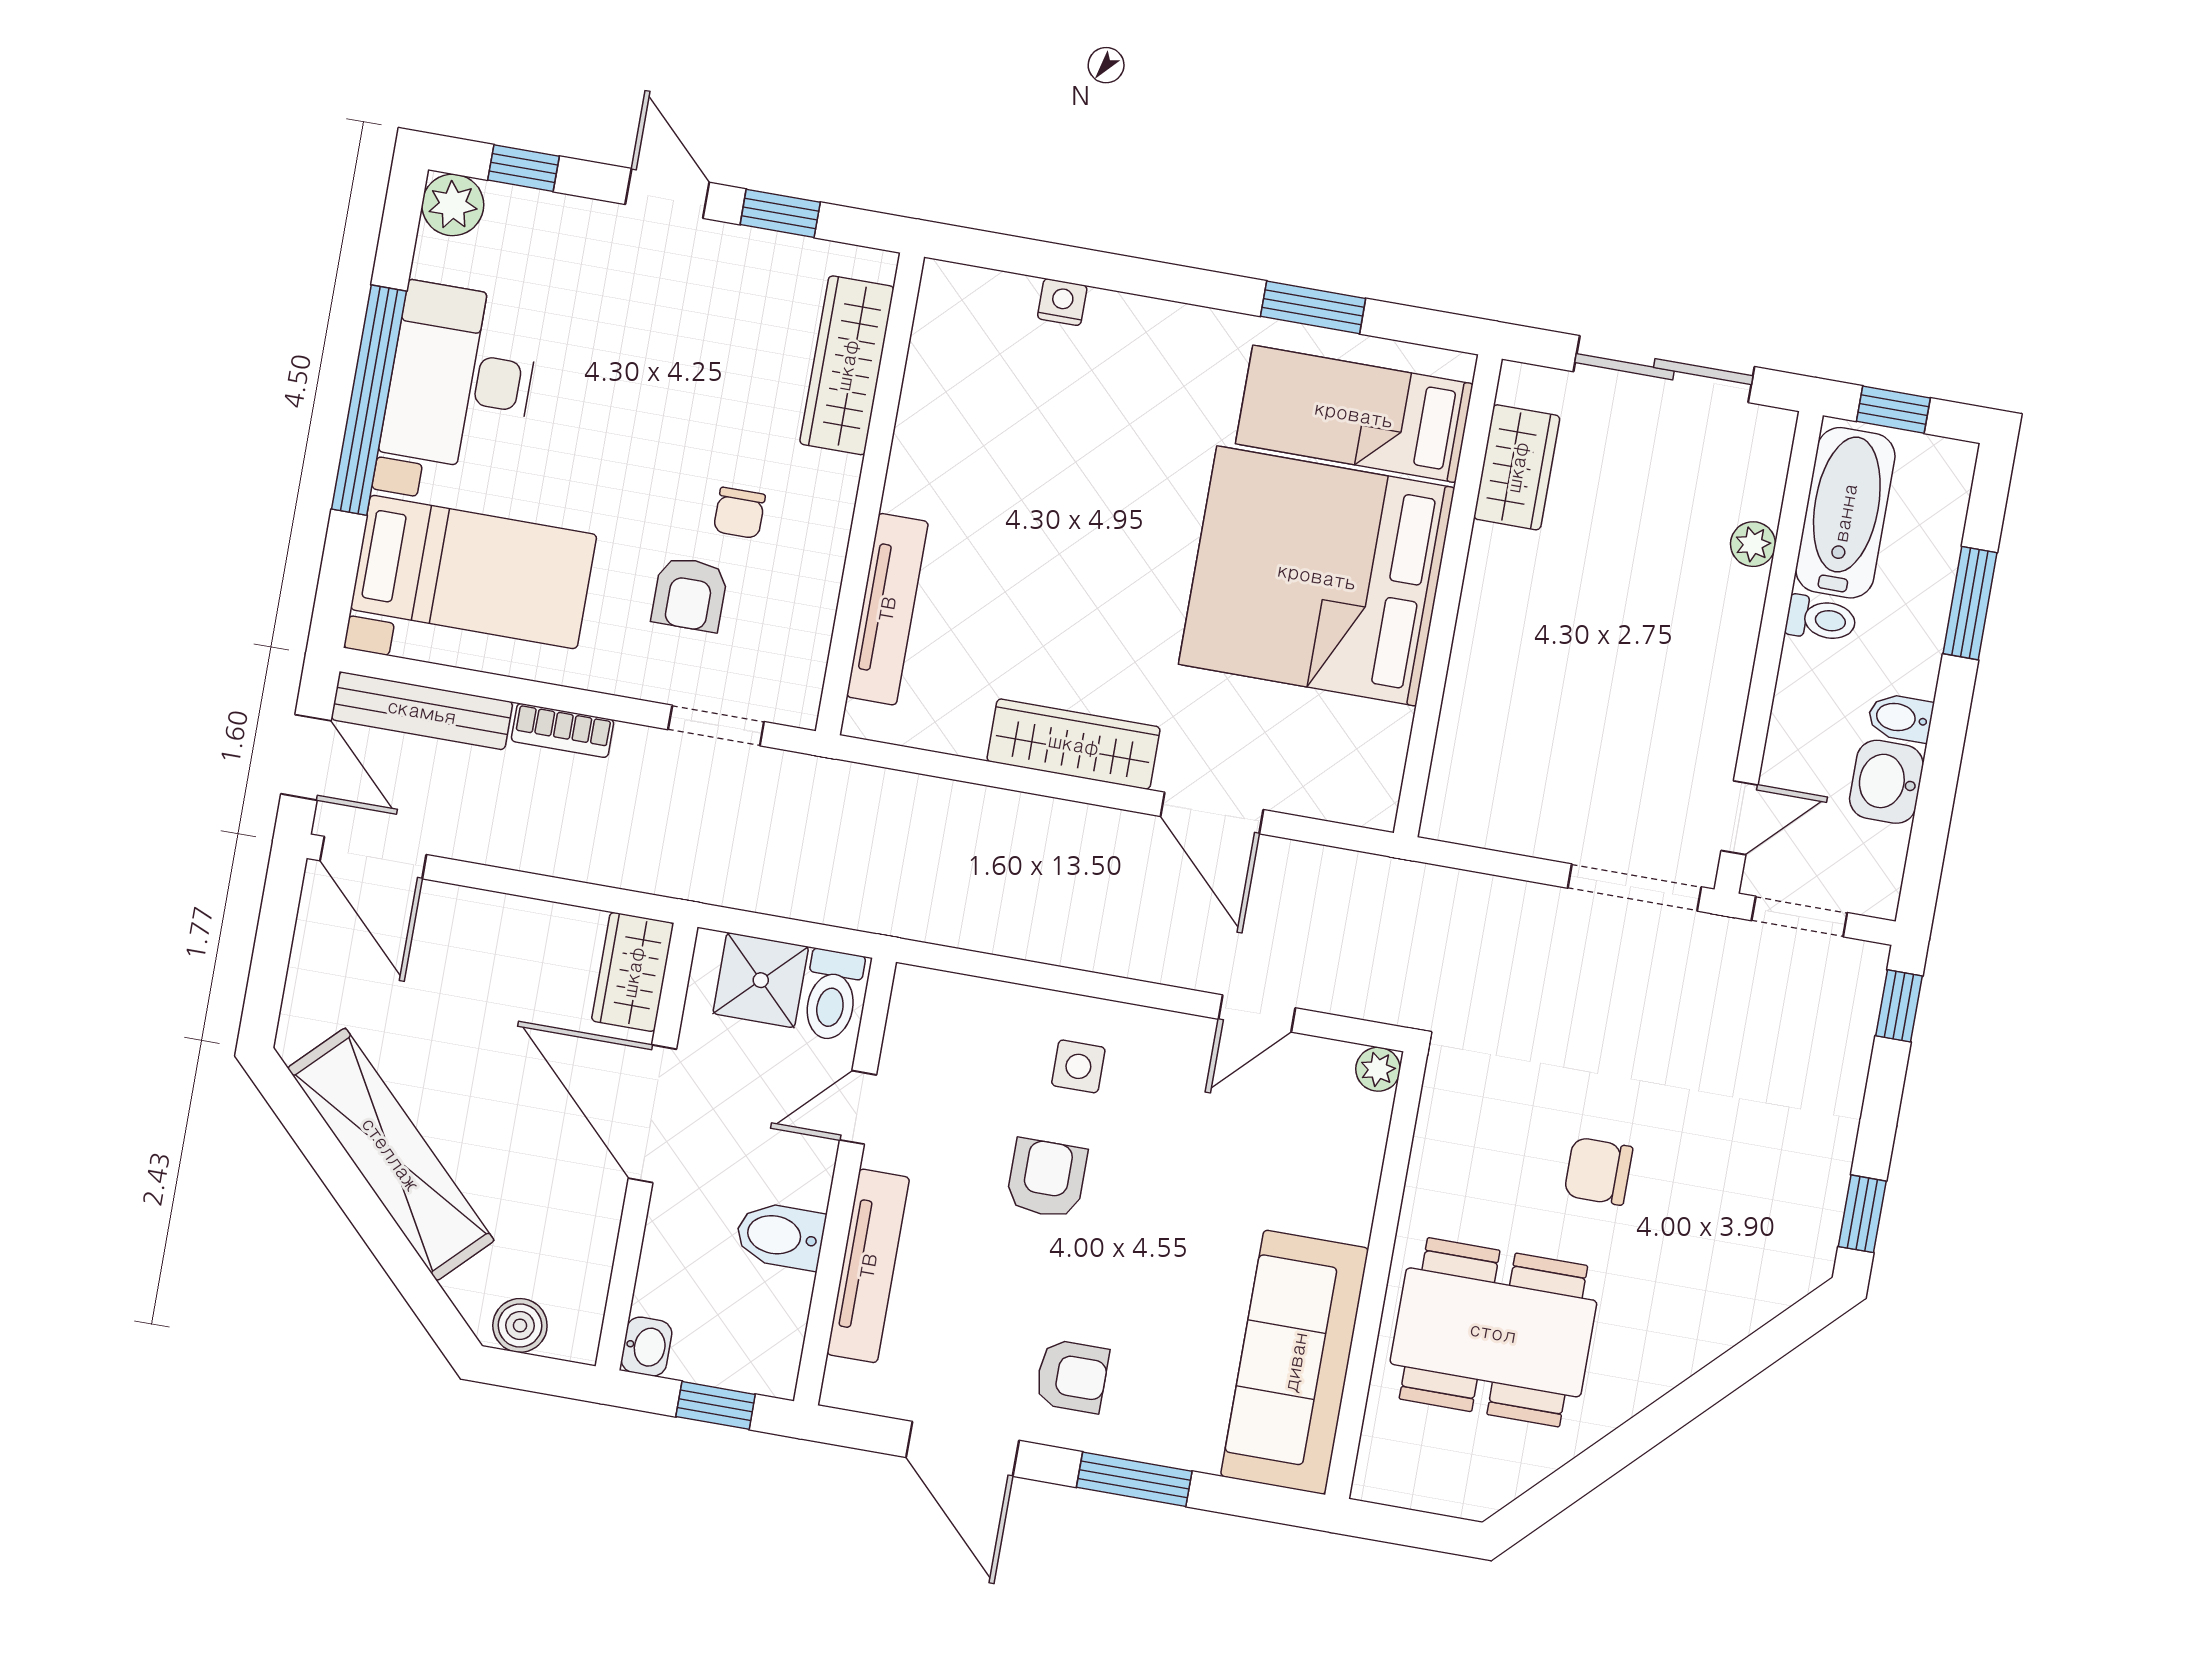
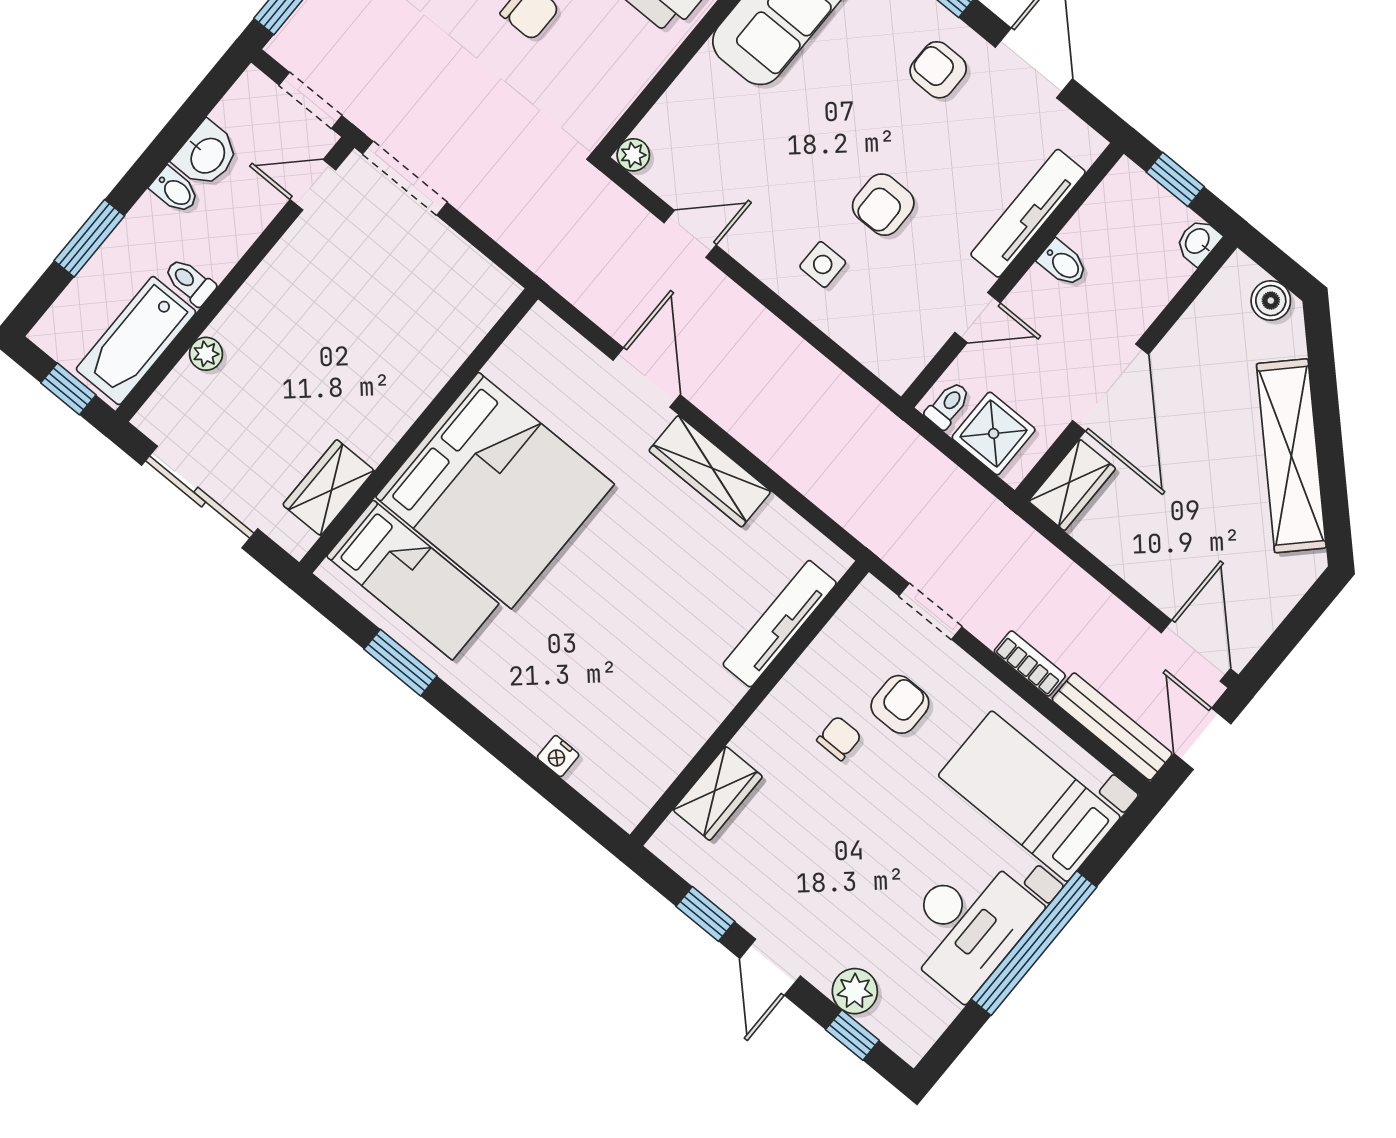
plant: (453, 205) -> (855, 991), moved
wardrobe: (847, 365) -> (718, 793), width x0.67
toilet: (832, 995) -> (948, 405), width x0.73, depth x0.72
bidet: (780, 1236) -> (1063, 263), width x0.72, depth x0.74

